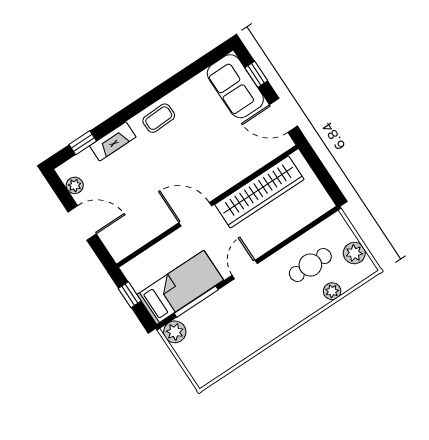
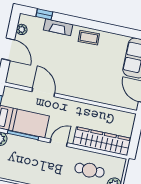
wardrobe: (259, 192) -> (102, 141), moved, turned 180
door: (195, 214) -> (43, 92), moved

